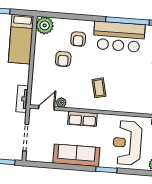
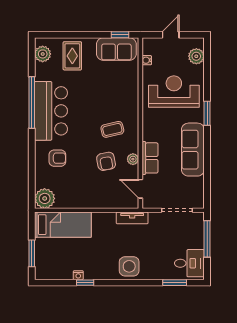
armchair: (63, 59) -> (106, 161), moved, turned 79
plant: (61, 103) -> (133, 159), moved
row of seats: (82, 119) -> (150, 158), moved
reception desk: (127, 143) -> (174, 92), turned 180

